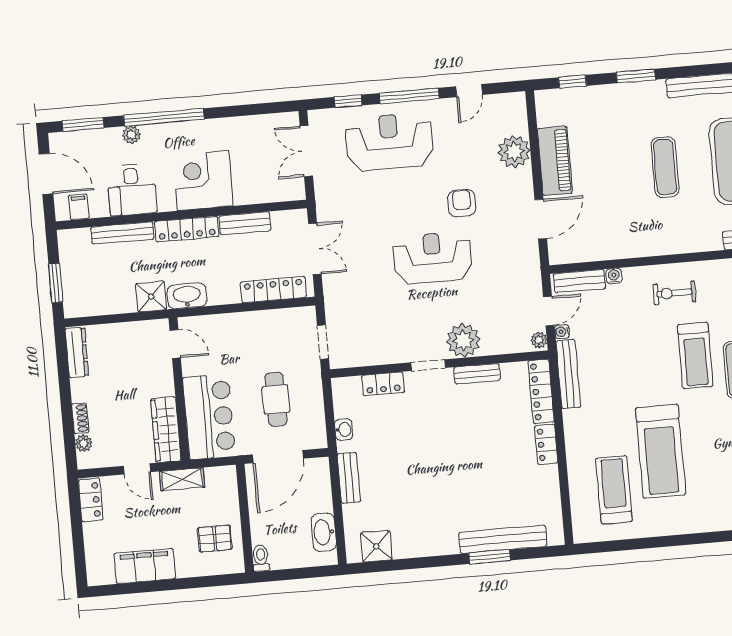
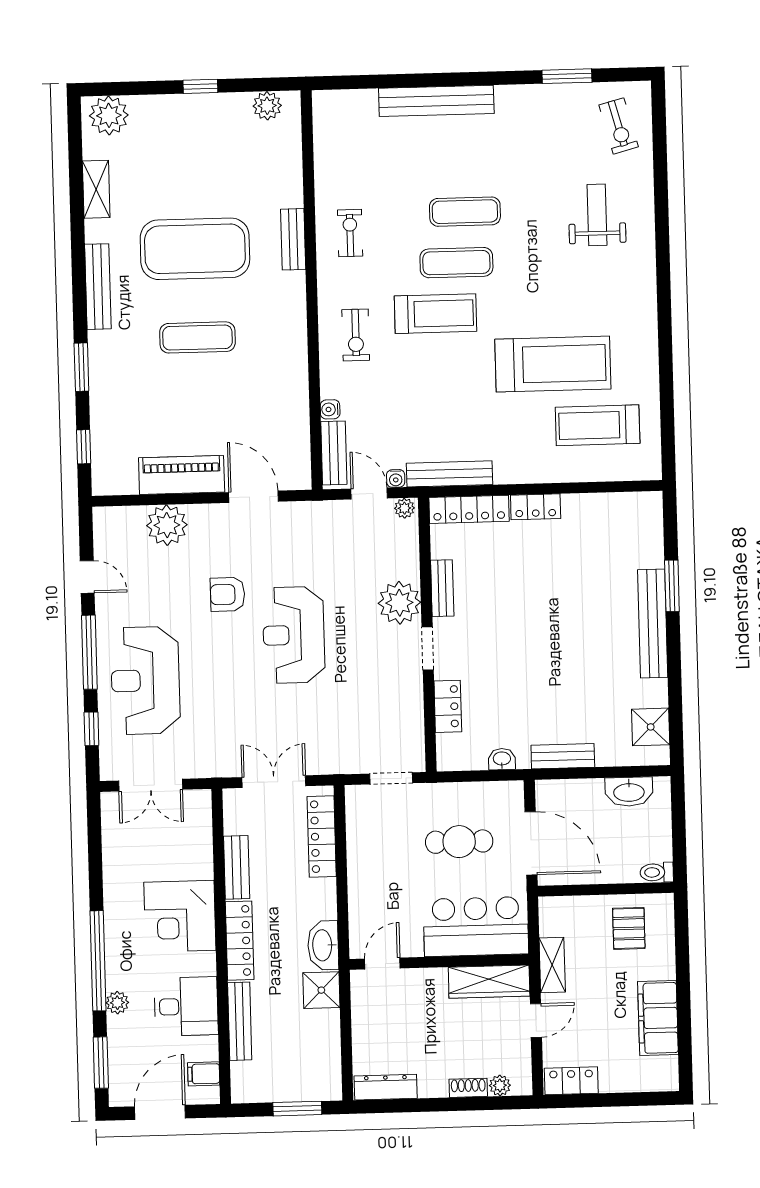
bench: (503, 539) -> (653, 623), moved

